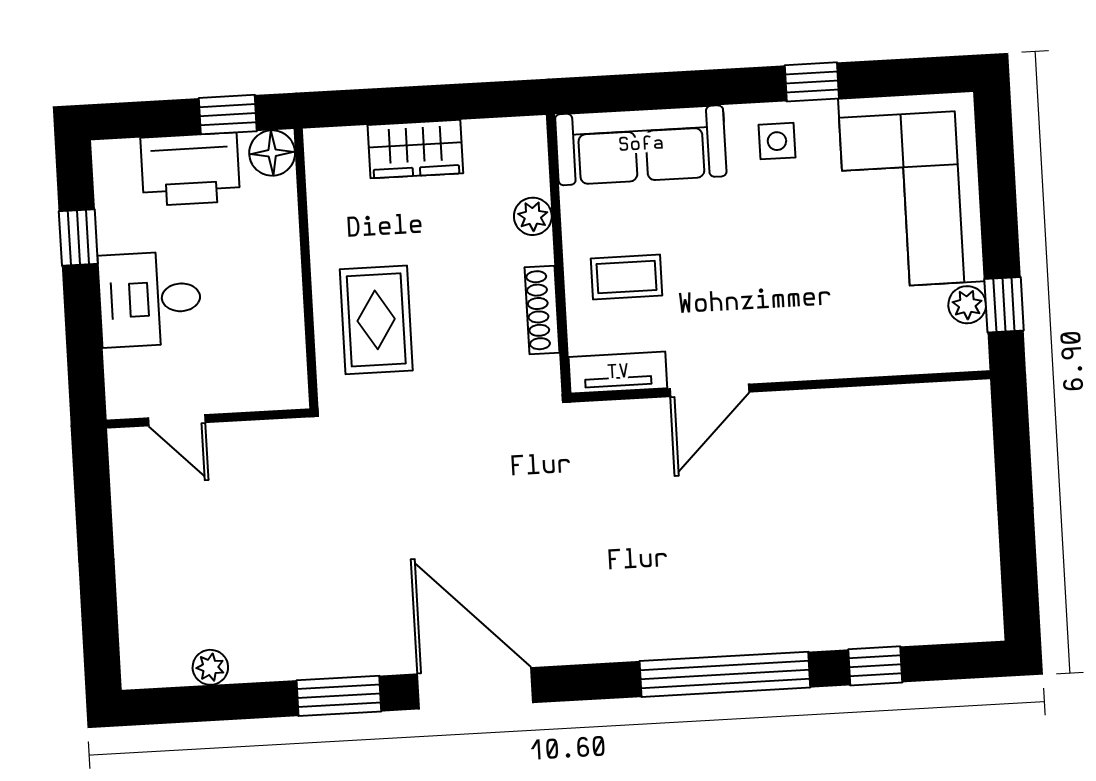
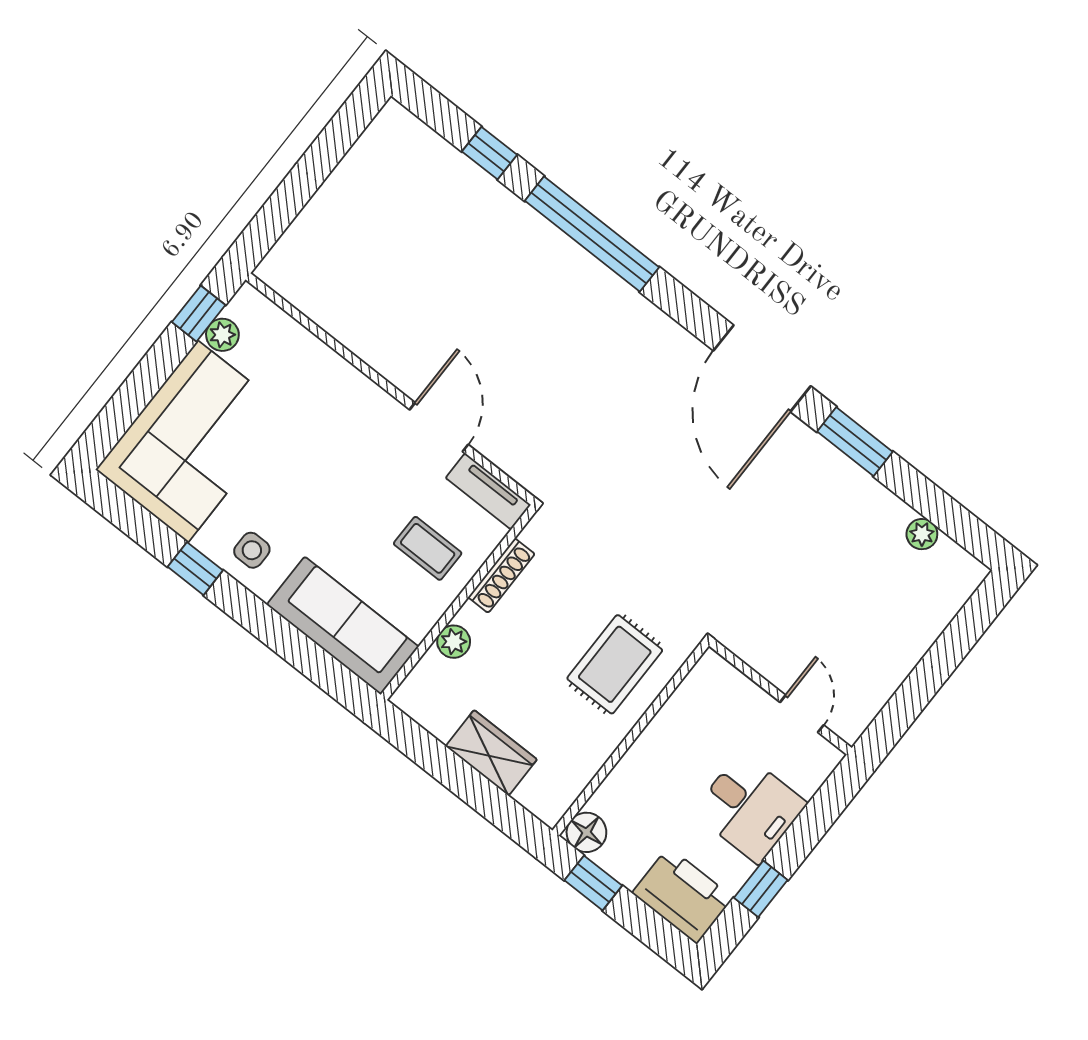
printer: (190, 169) -> (683, 895), moved
door: (710, 390) -> (439, 427), hinge flipped

